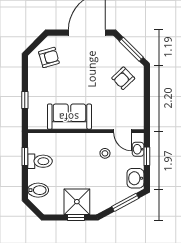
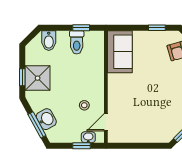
armchair: (123, 78) -> (157, 123), removed
window: (25, 100) -> (157, 28), moved
sofa: (69, 117) -> (120, 52), moved
washbasin: (135, 178) -> (46, 119), moved, turned 61

